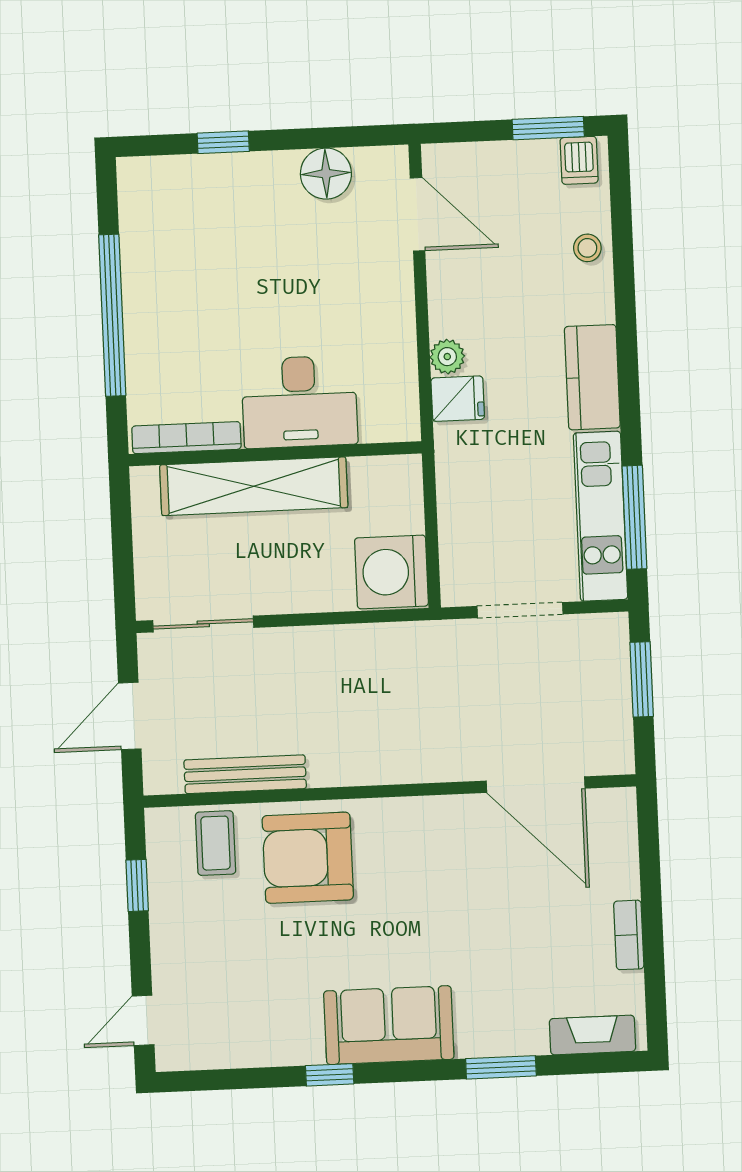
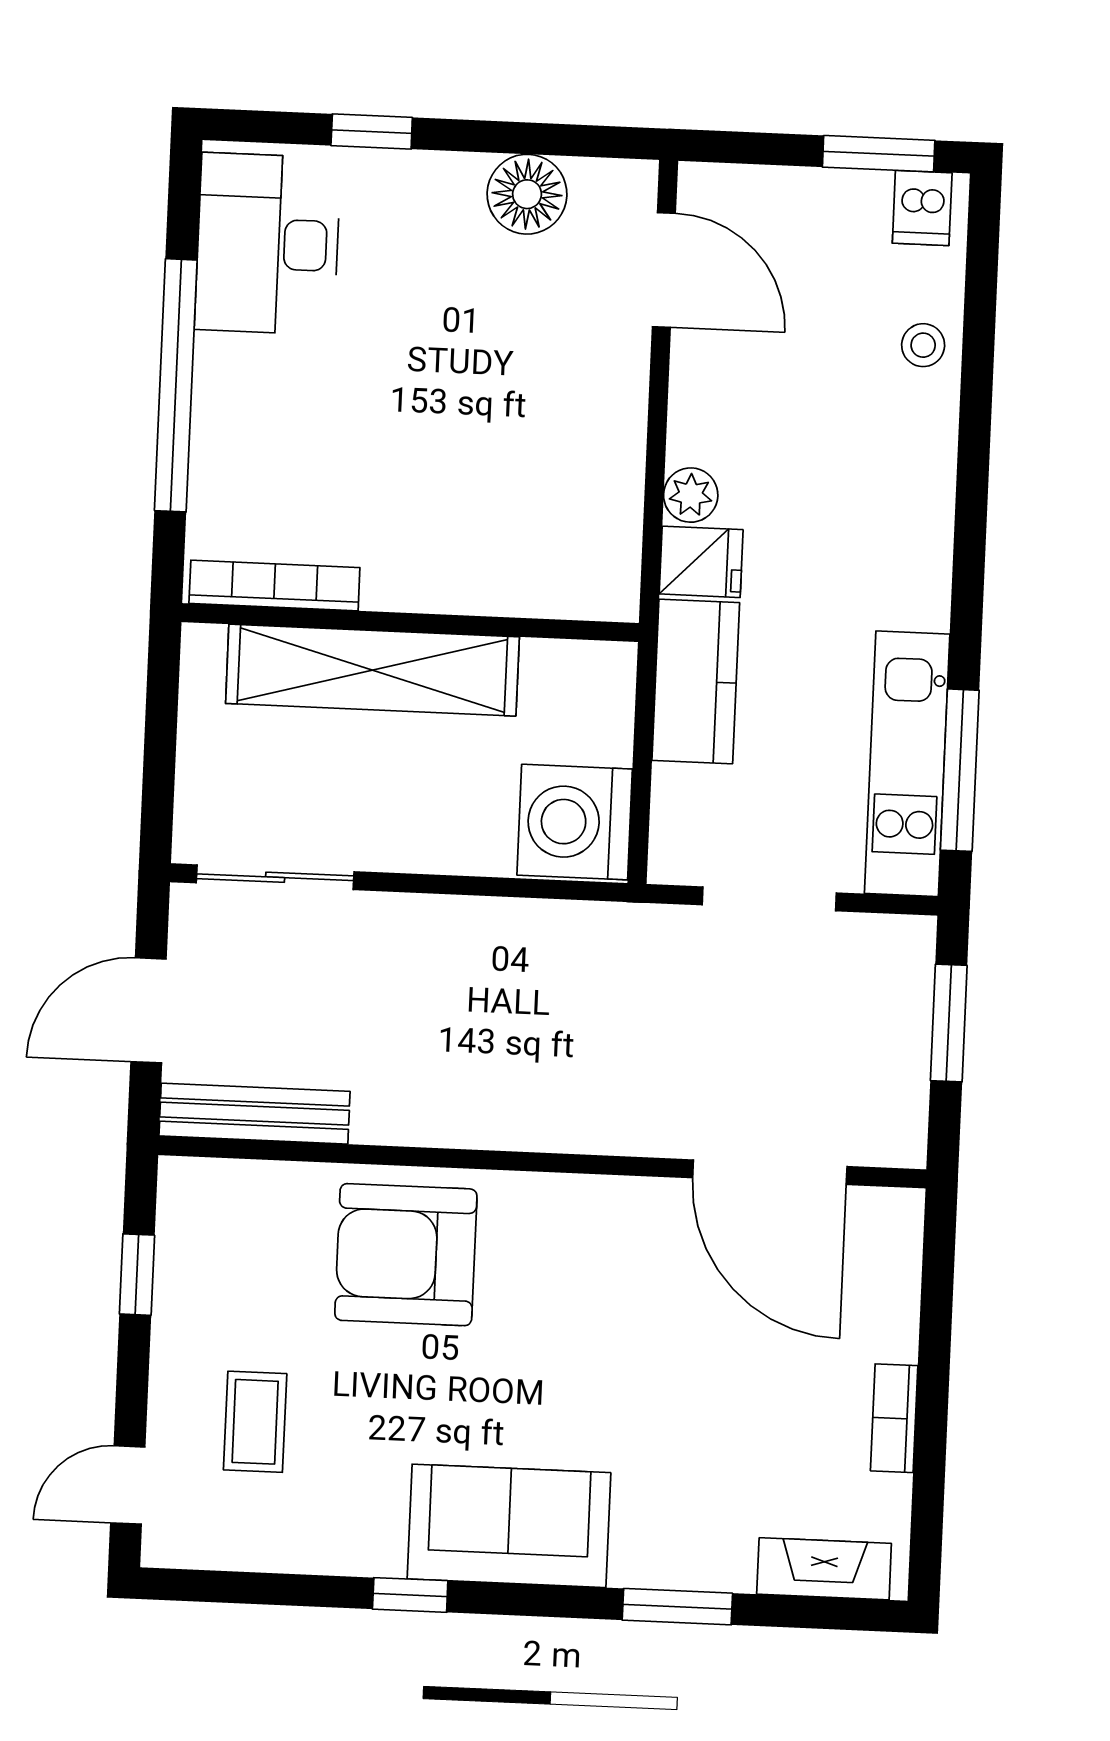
kitchen counter: (592, 377) -> (696, 681), moved, turned 180
desk: (299, 402) -> (268, 244), moved, turned 90
bench: (245, 774) -> (254, 1114), moved
coffee table: (216, 843) -> (255, 1422), moved

